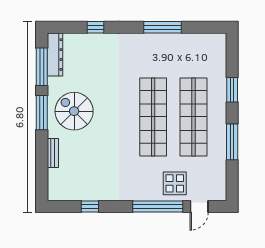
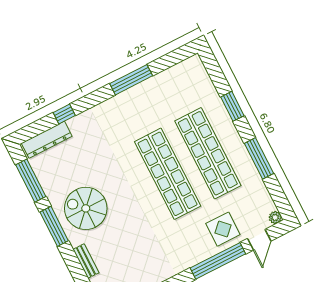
dresser: (55, 55) -> (47, 140), moved, turned 90
plant: (221, 195) -> (275, 217), added

